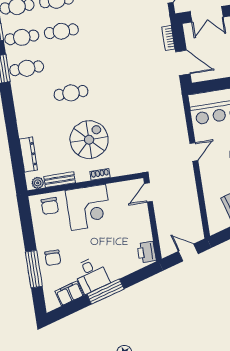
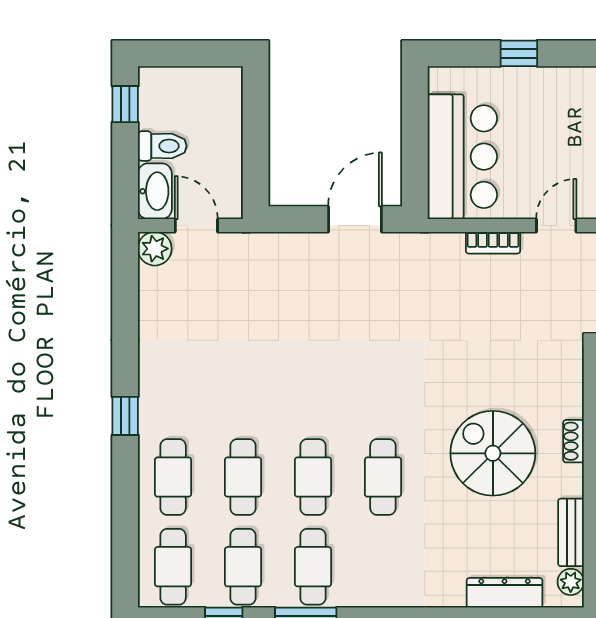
double door: (207, 14) -> (256, 149), removed
bookcase: (168, 38) -> (493, 243), moved
cafe table: (66, 62) -> (313, 477), added
door: (194, 152) -> (556, 225), hinge flipped

